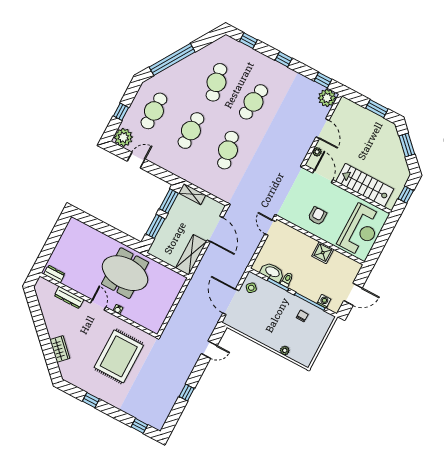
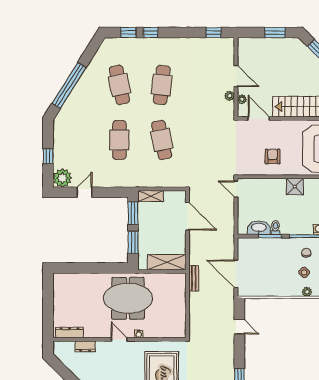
window: (284, 59) -> (151, 33), moved
plant: (327, 98) -> (230, 96), moved, width x0.53, depth x0.53
cafe table: (154, 111) -> (77, 140), removed
shelving: (191, 255) -> (167, 262), moved, turned 90
dresser: (54, 274) -> (69, 333), width x1.44
bench: (192, 286) -> (194, 278), added
side table: (251, 288) -> (304, 272), moved
dresser: (69, 297) -> (85, 346), width x0.70
door: (209, 350) -> (239, 327), hinge flipped

